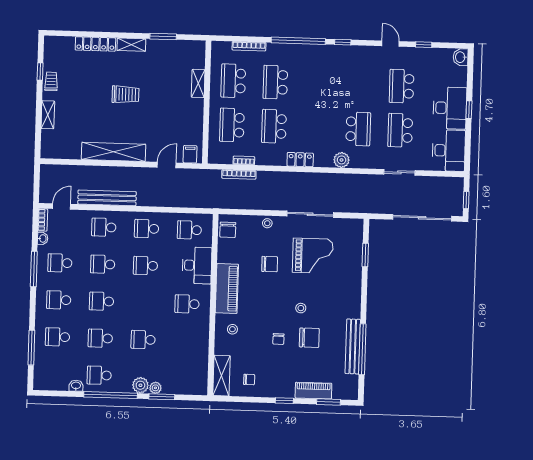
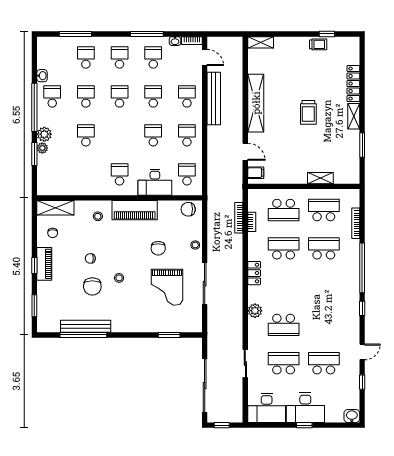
shelving: (48, 115) -> (261, 42), moved
school desk: (232, 125) -> (284, 210), turned 180
piano: (313, 391) -> (44, 264), moved

